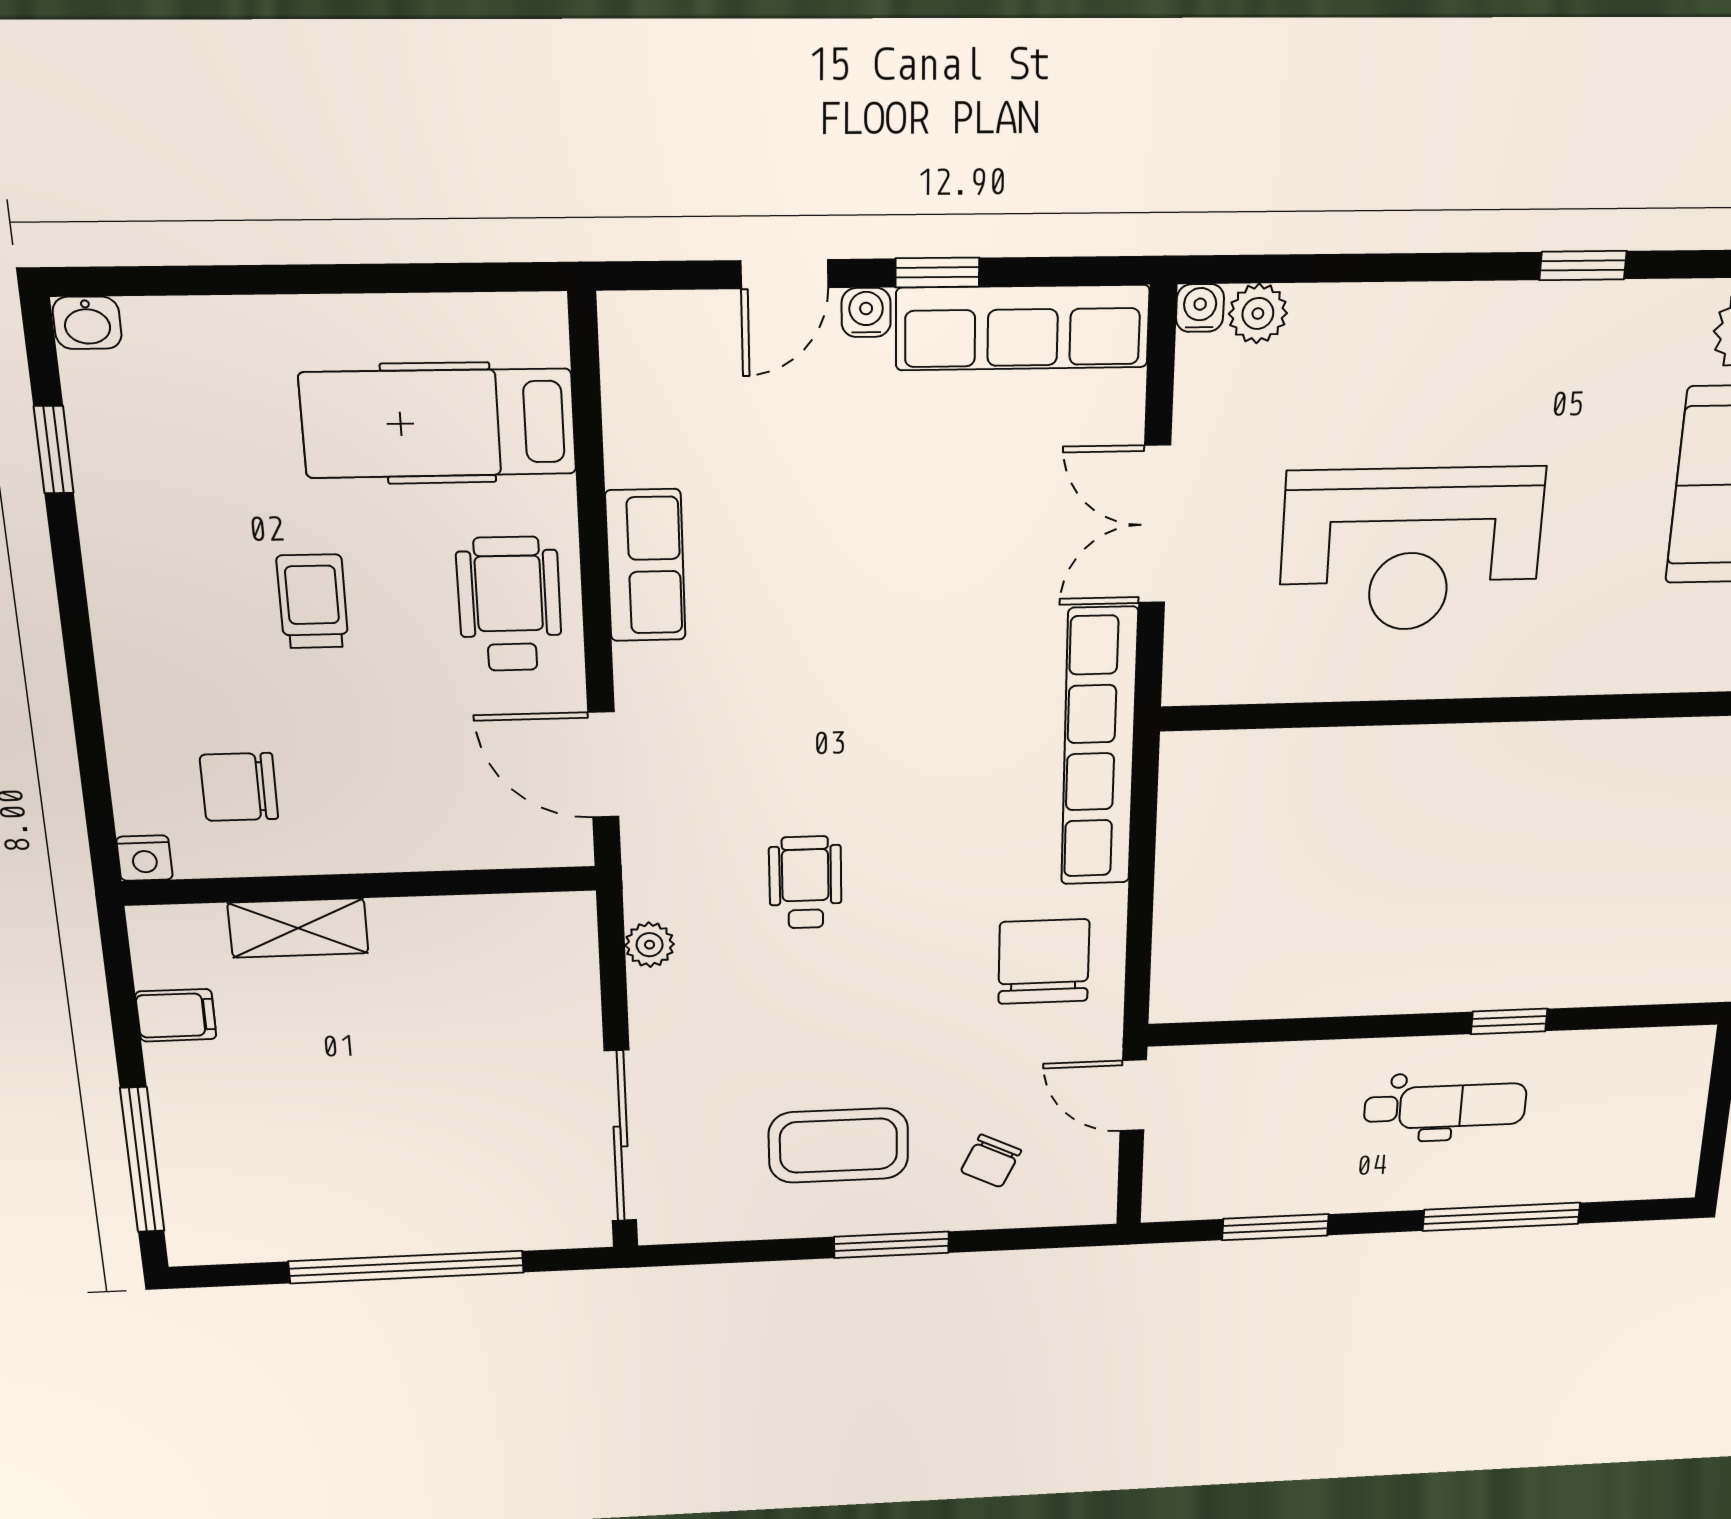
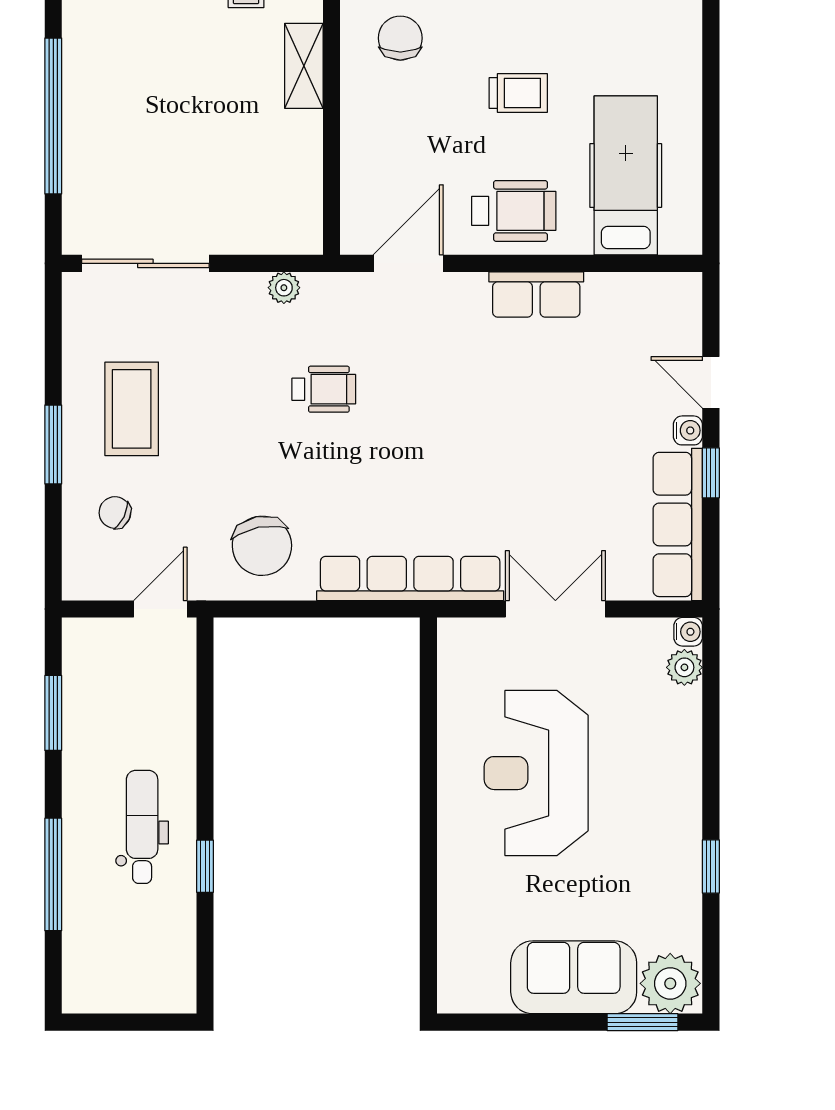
chair: (1044, 962) -> (262, 546), turned 79
dental chair: (1445, 1106) -> (142, 827), turned 180

